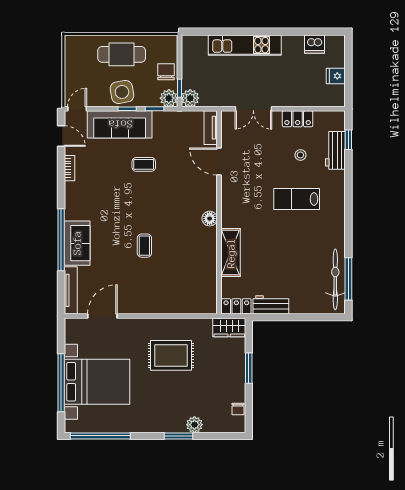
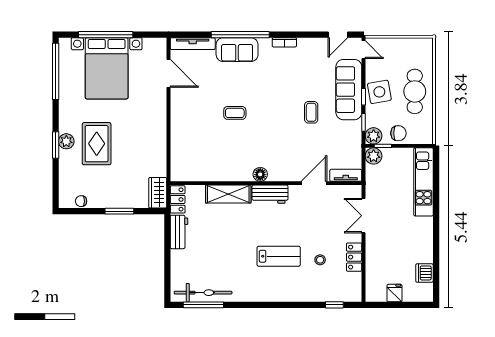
kitchen unit: (245, 45) -> (424, 182), moved
workbench: (335, 150) -> (270, 194), moved, turned 180
bookcase: (69, 168) -> (284, 42), moved
lab bench: (297, 199) -> (279, 256), turned 90
rug: (171, 355) -> (97, 144), moved
plant: (194, 425) -> (66, 141), moved

